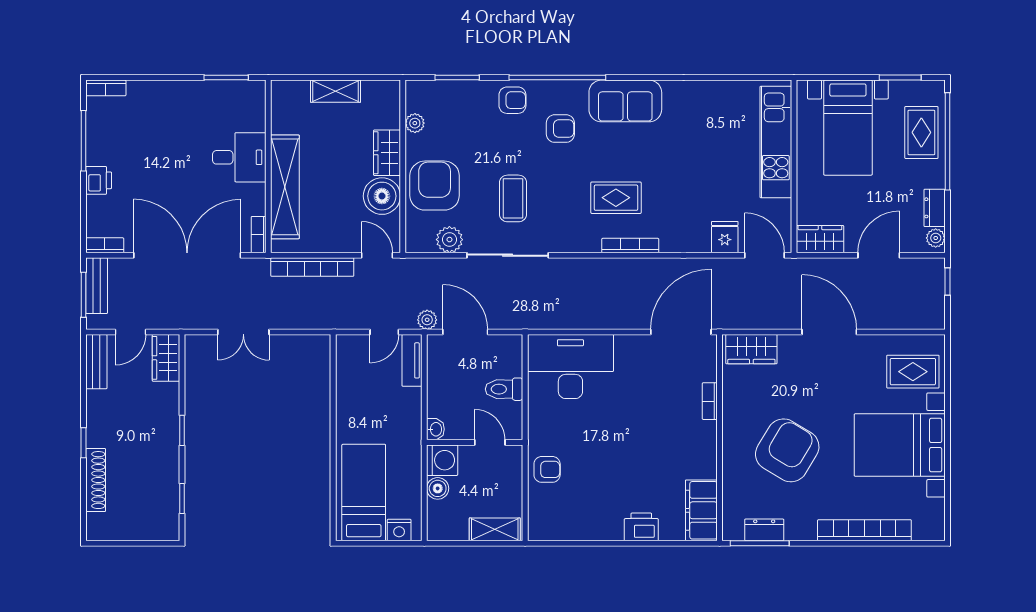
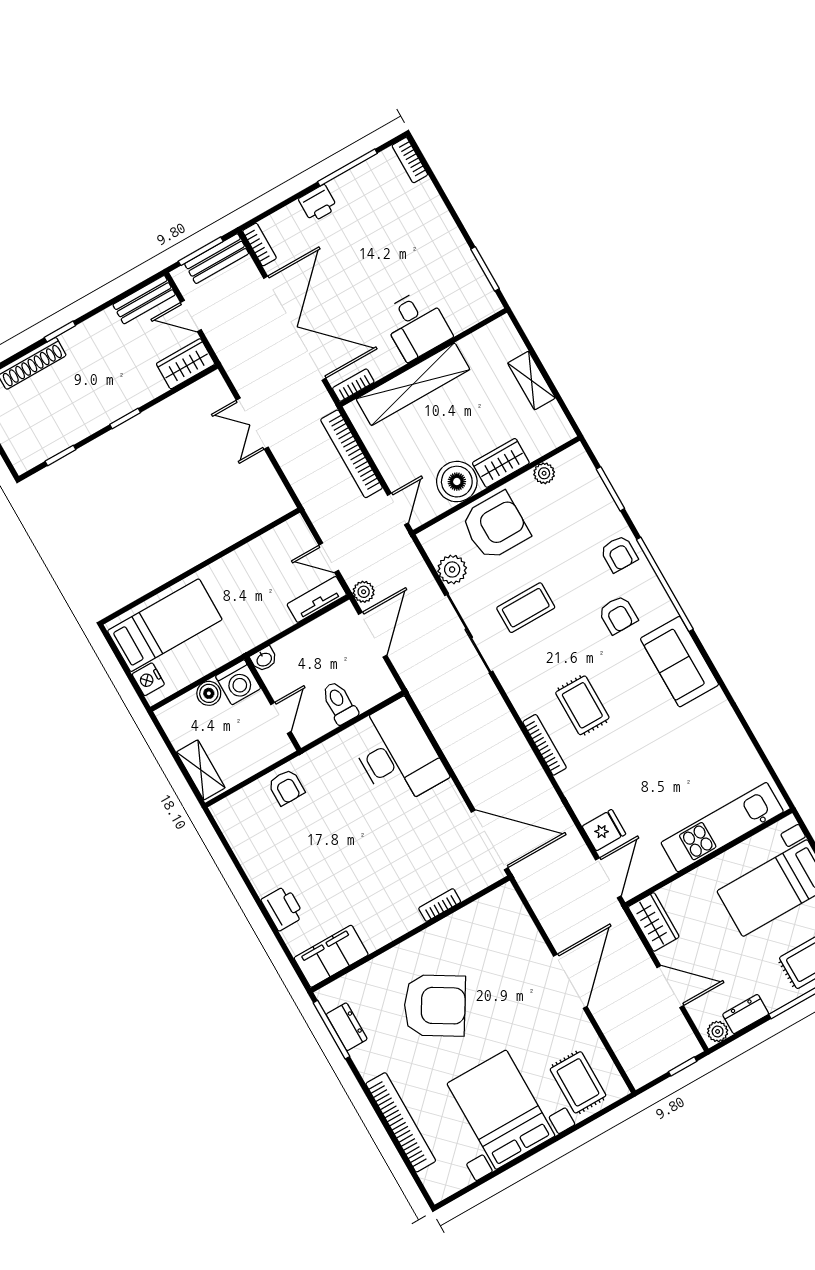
wardrobe: (751, 349) -> (512, 916), removed

